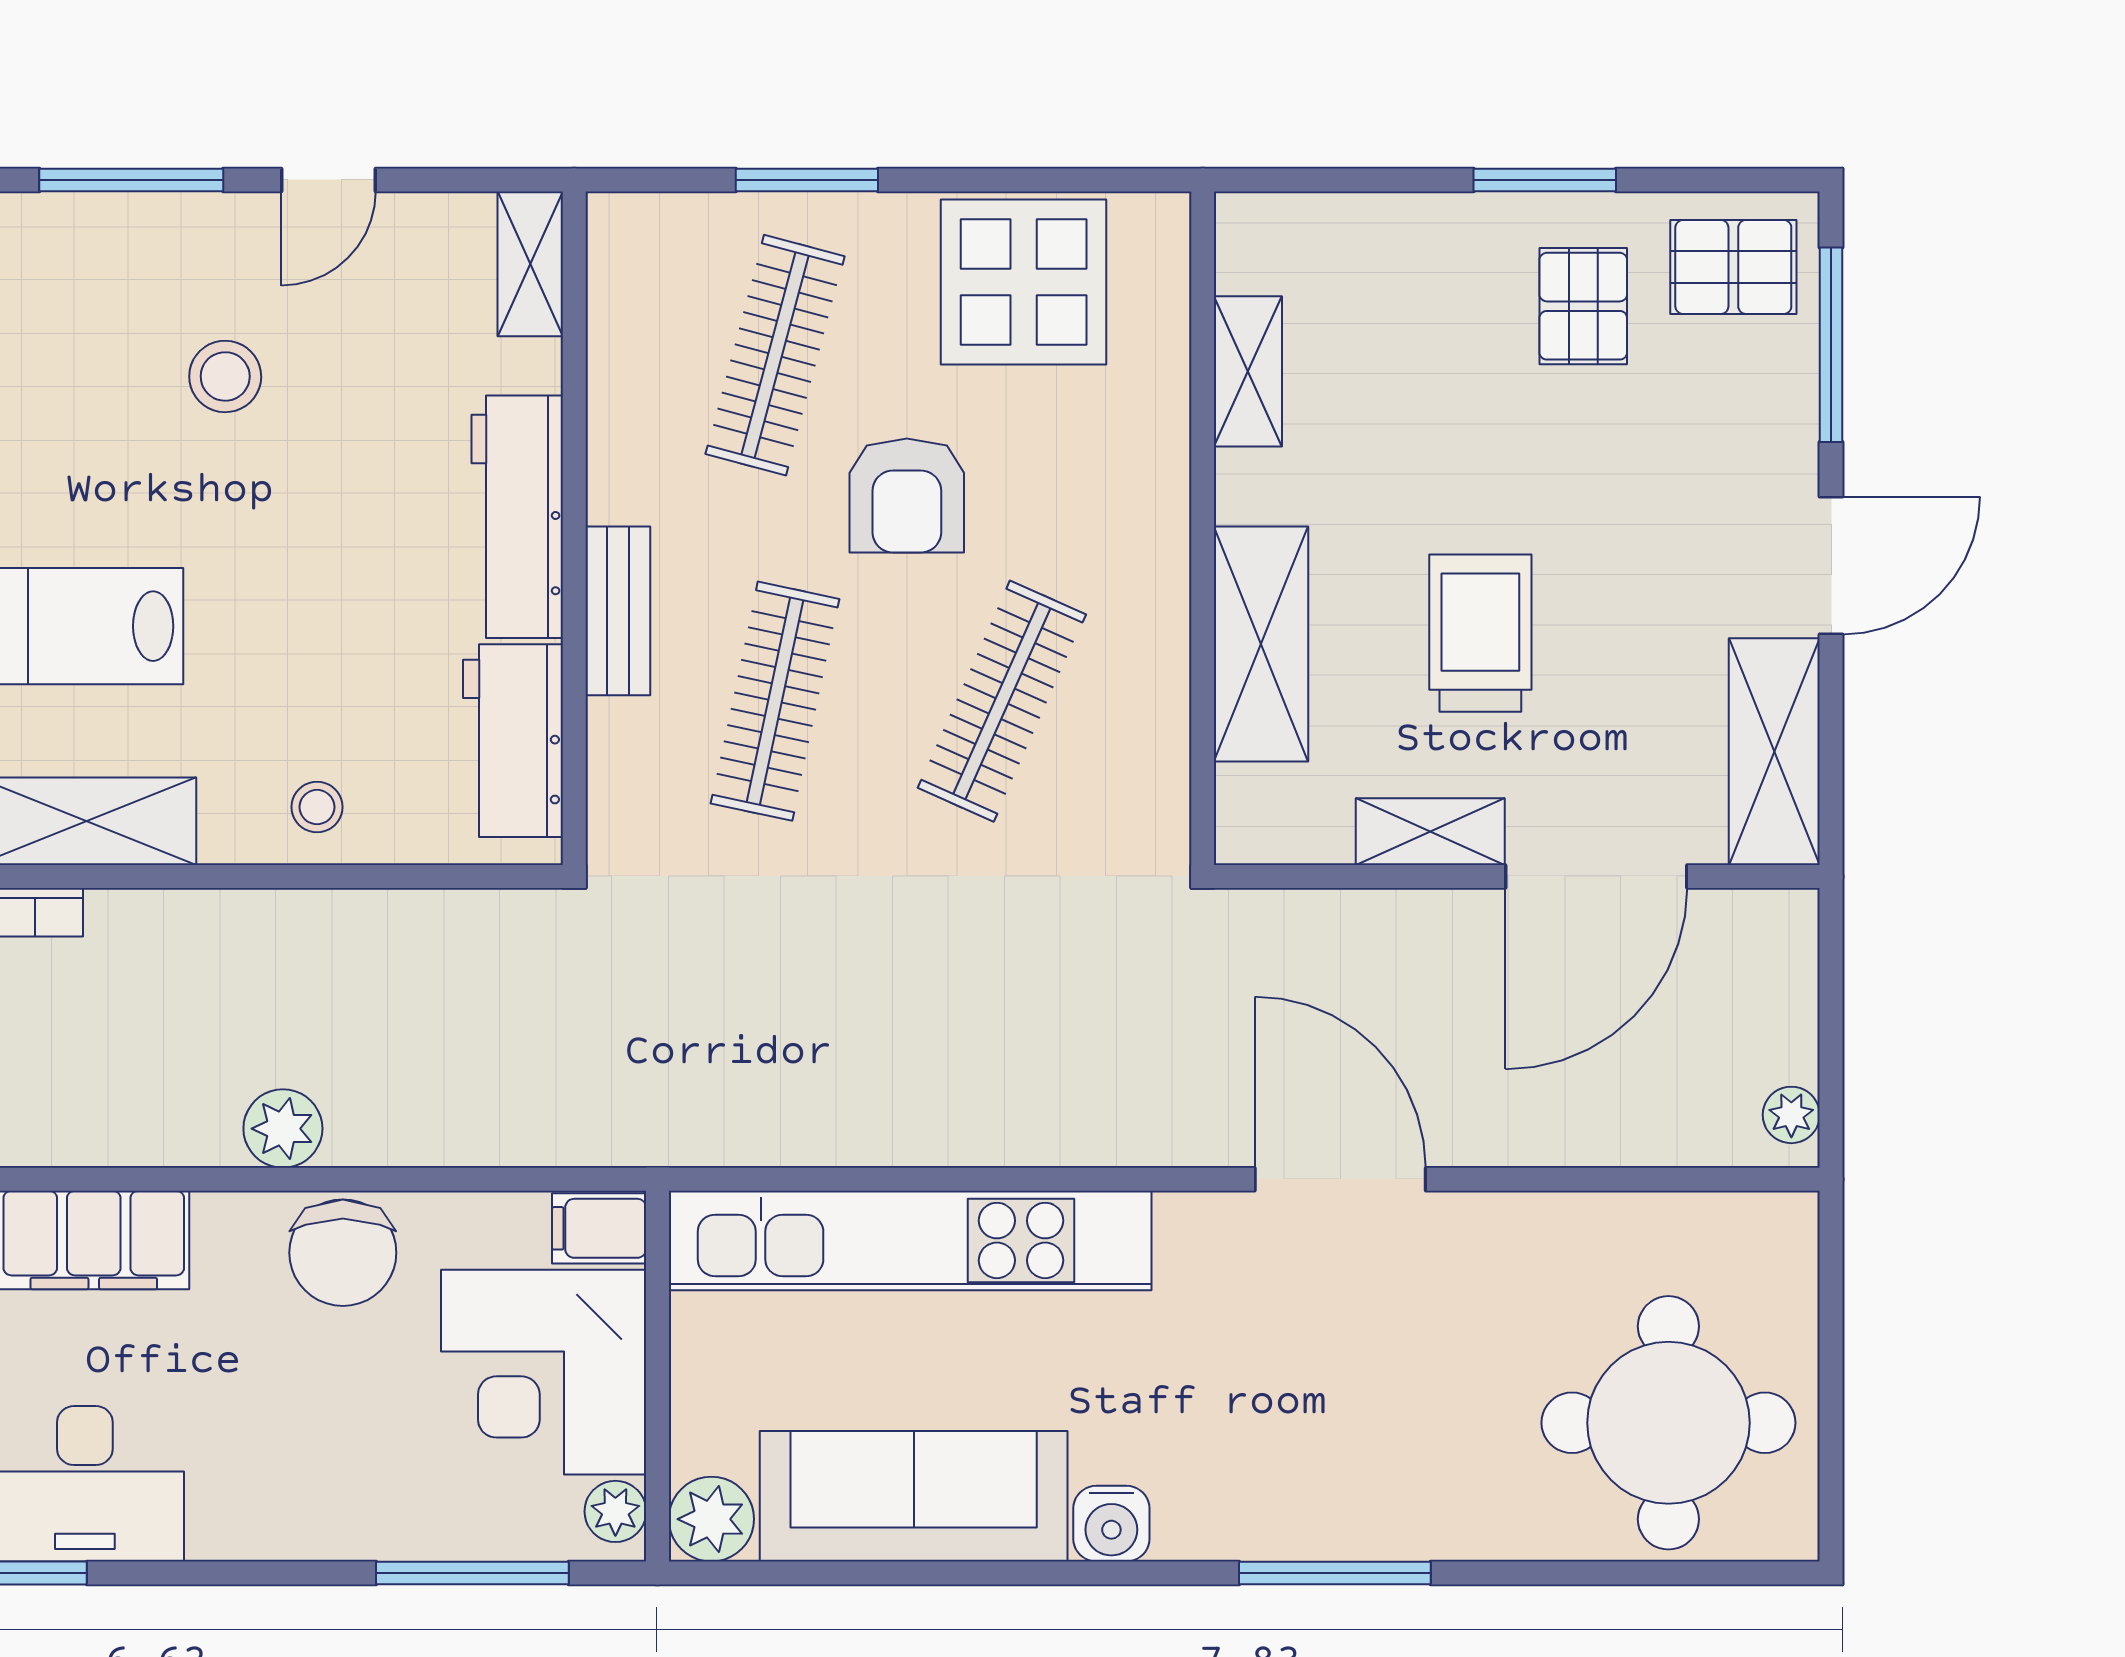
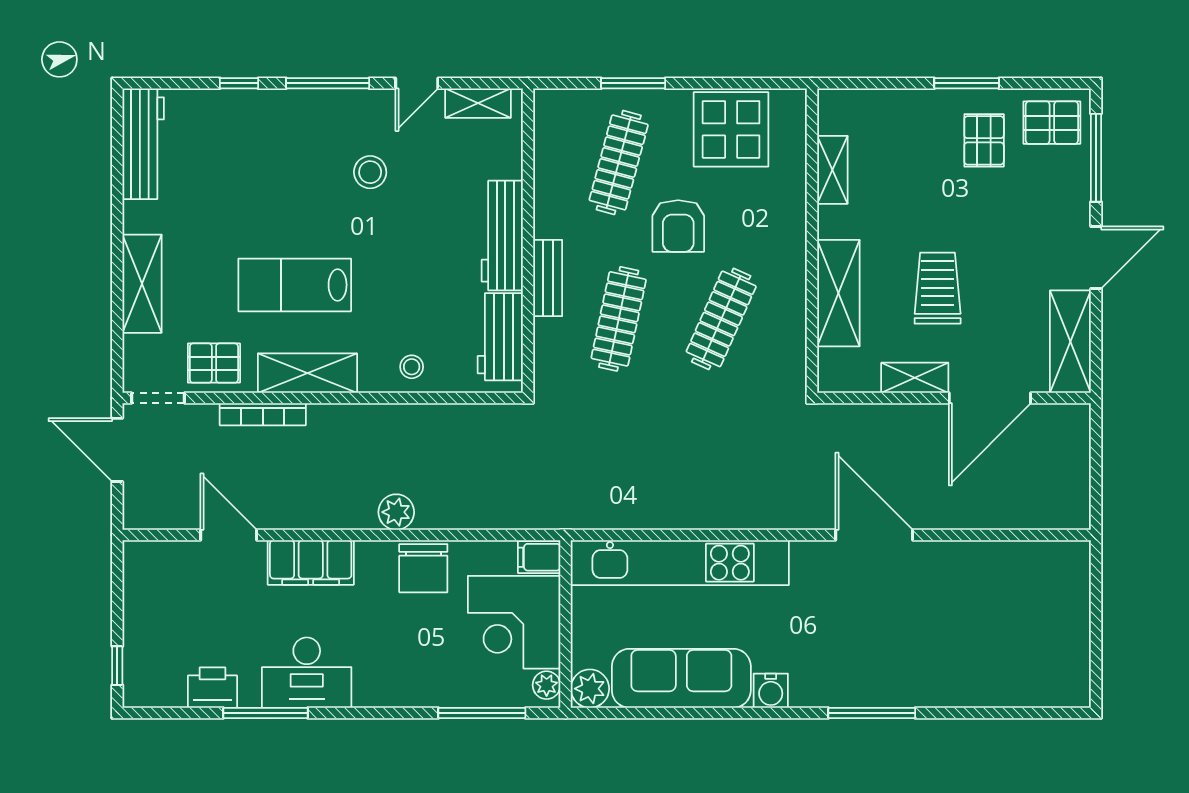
shelving: (530, 264) -> (478, 103), moved, turned 90
plant: (1791, 1115) -> (1078, 506), removed
round table: (1668, 1423) -> (1023, 645), removed

